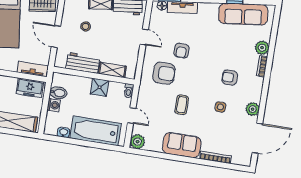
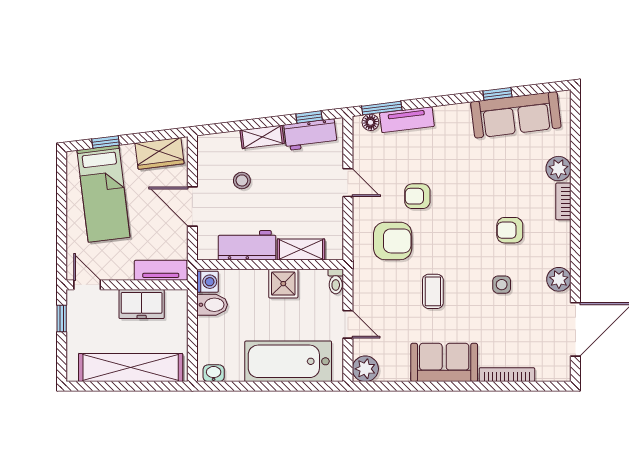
armchair: (181, 51) -> (417, 196), turned 88
freezer: (30, 88) -> (142, 304), moved
washing machine: (54, 105) -> (208, 282), moved
washbasin: (64, 133) -> (214, 373), moved

